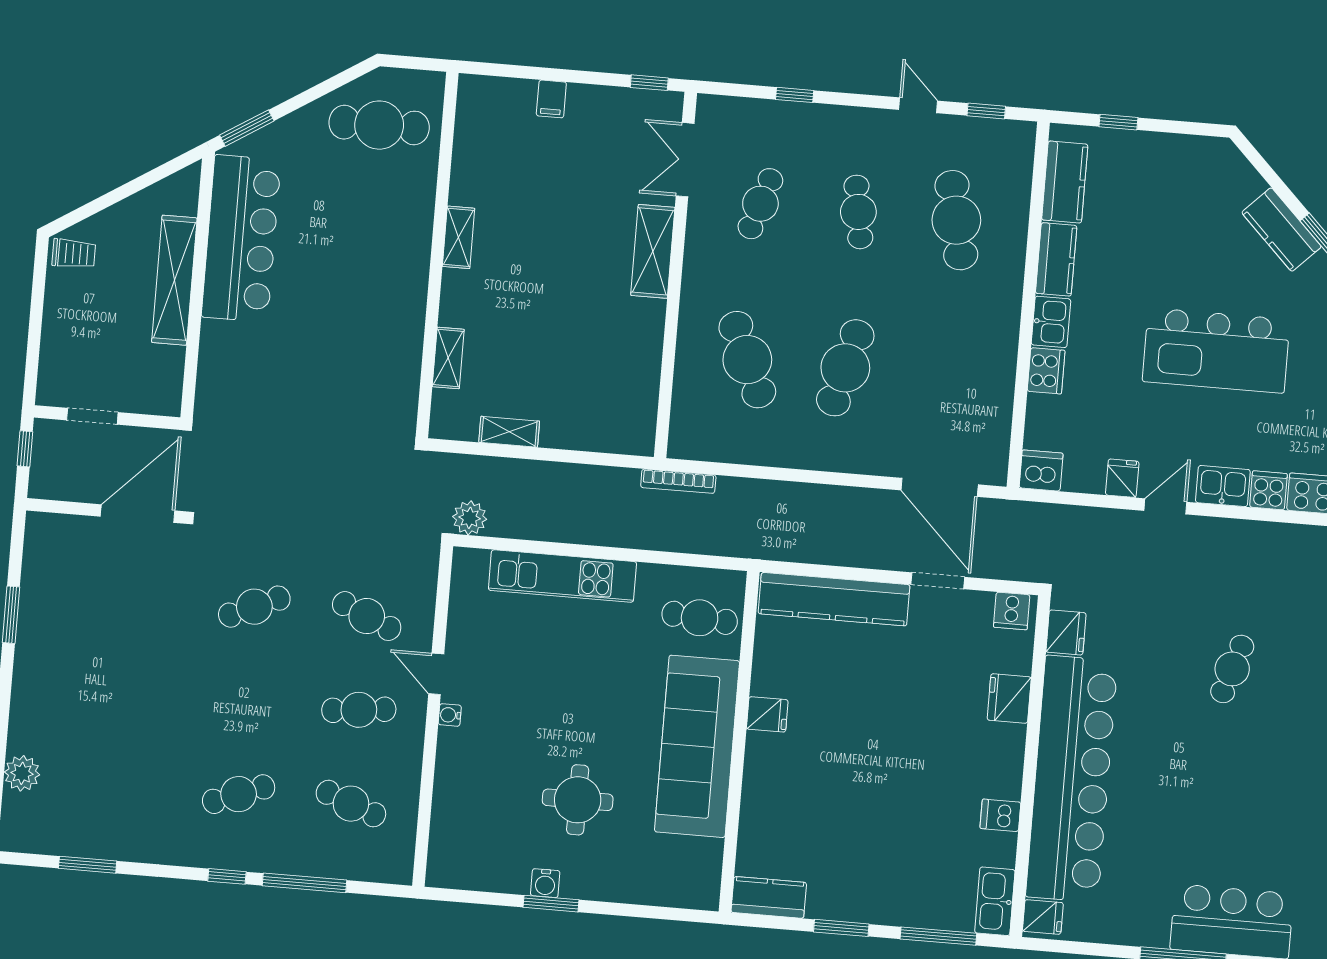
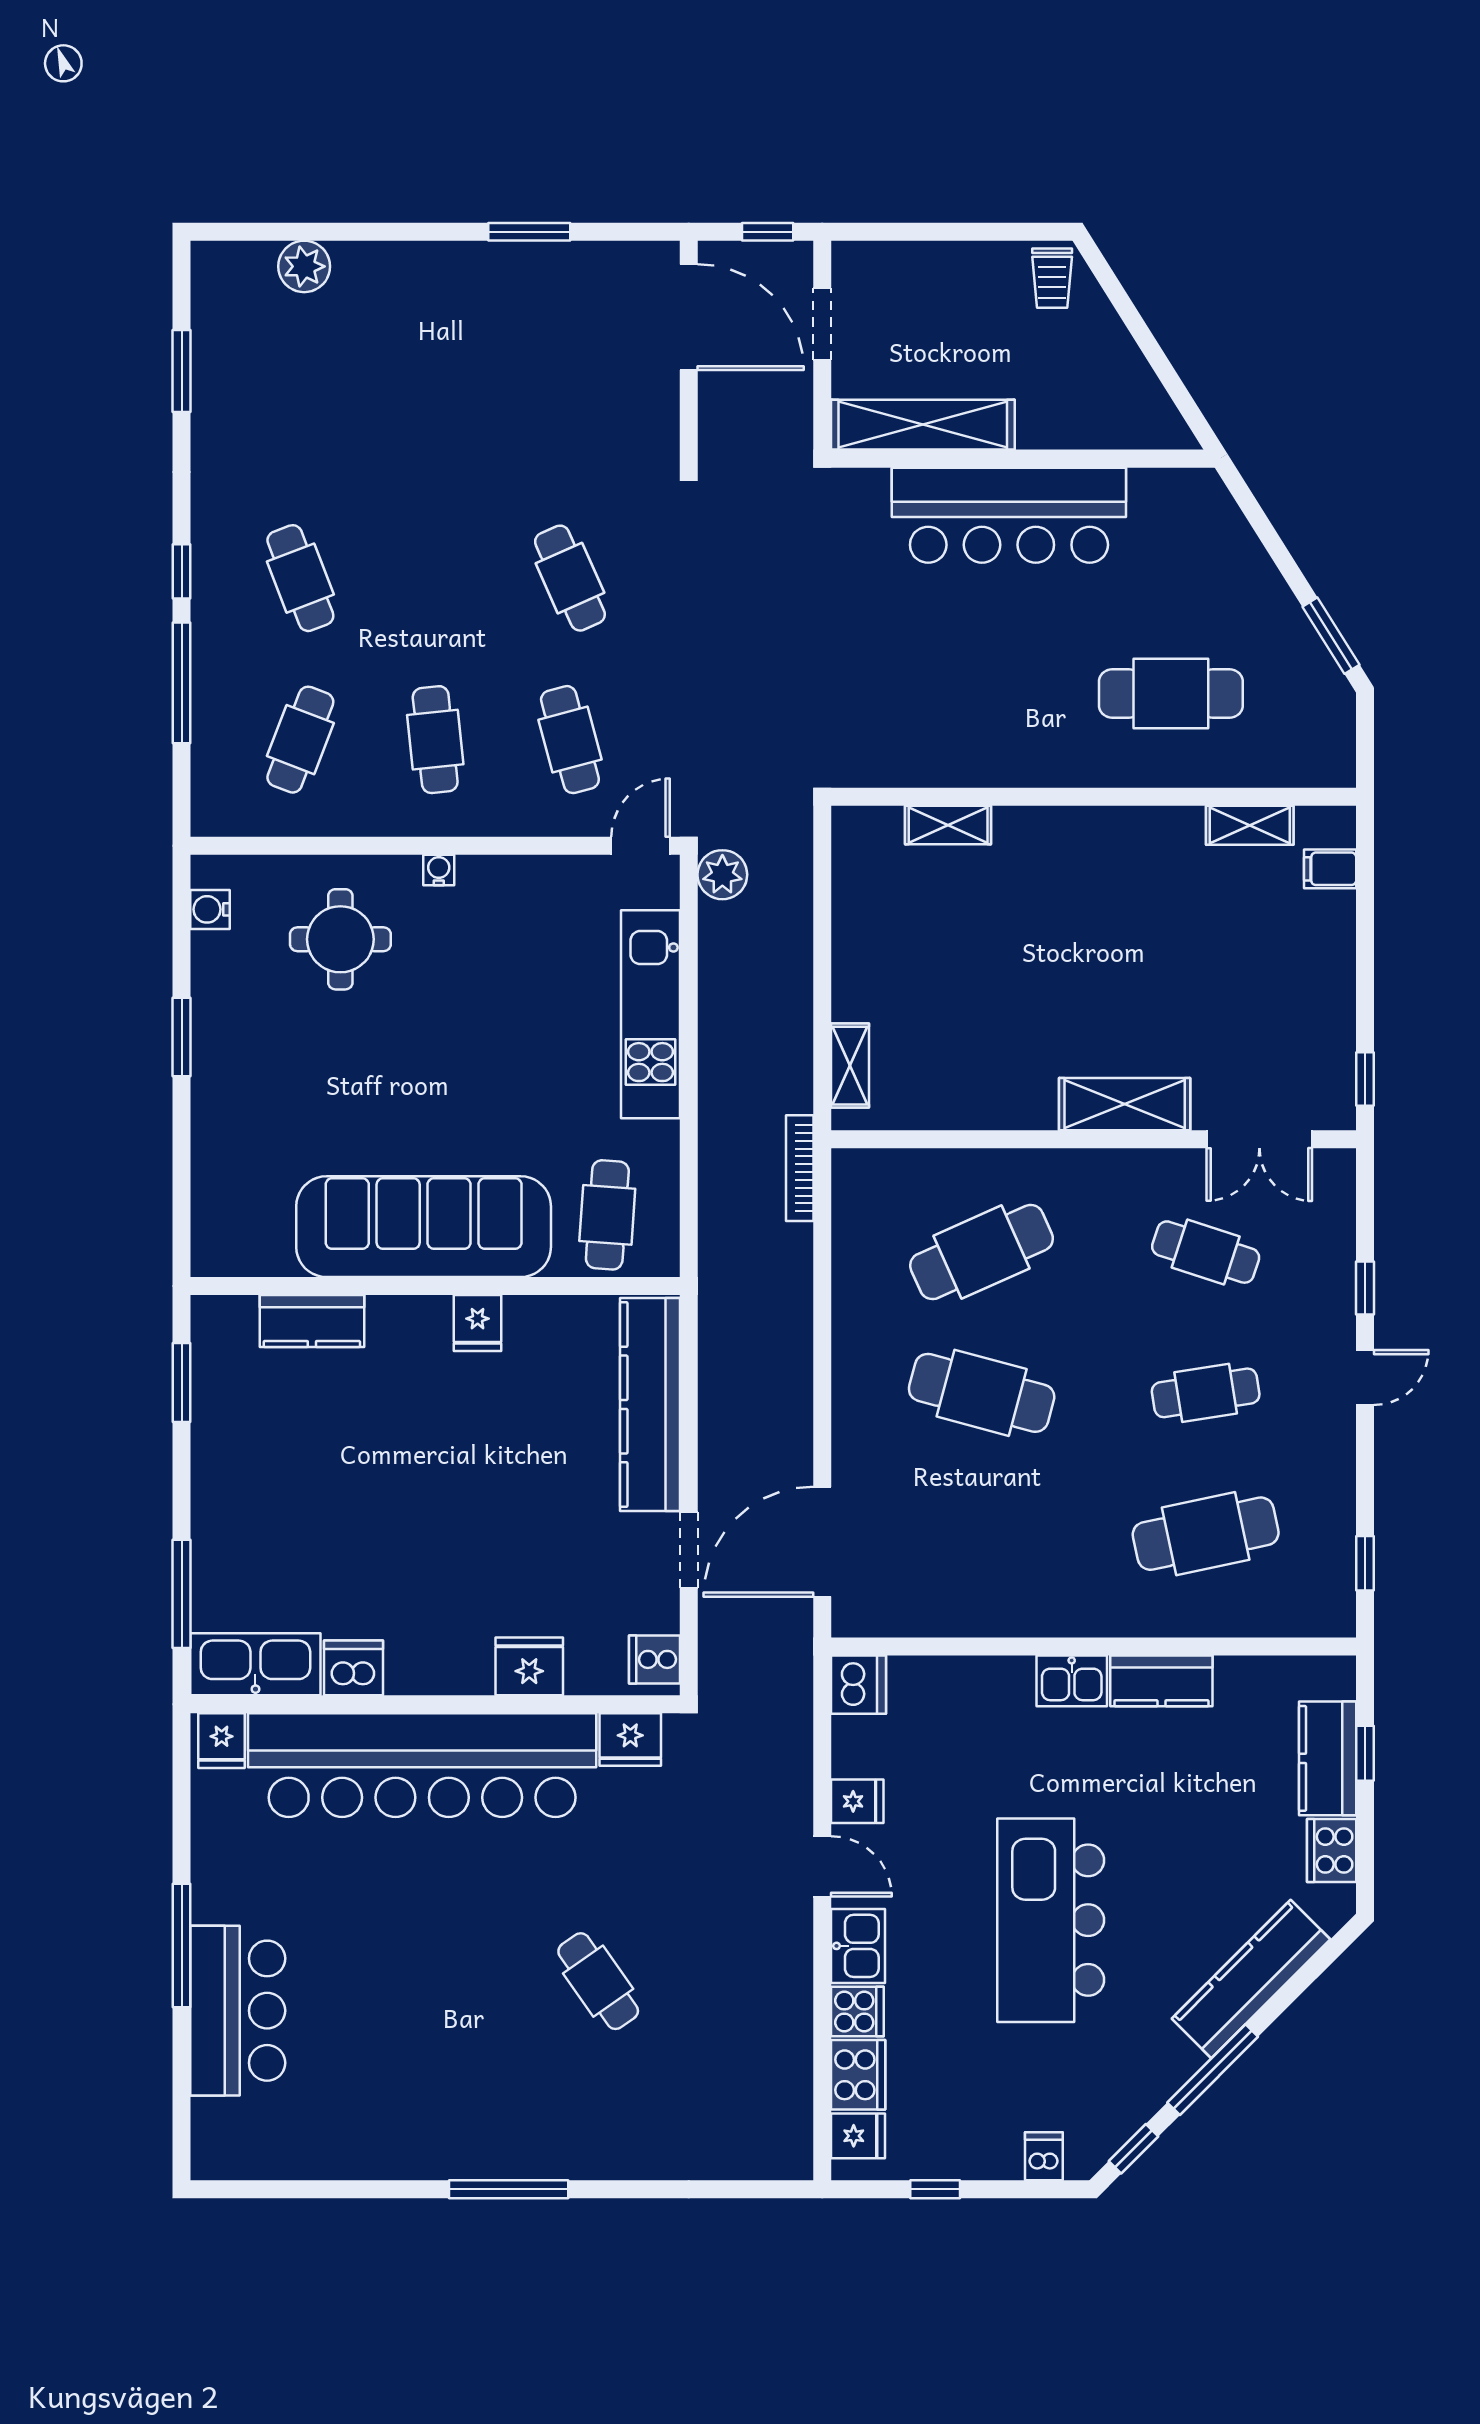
filing cabinet: (551, 99) -> (1330, 869), moved
door: (918, 105) -> (1365, 1377), moved
cafe table: (379, 125) -> (1171, 693), moved, turned 90
window: (247, 128) -> (1331, 636), moved
double door: (685, 160) -> (1259, 1139), swing flipped
kitchen counter: (1065, 182) -> (1328, 1758), moved, turned 90
kitchen counter: (1282, 230) -> (1251, 1979), width x1.50
shelving: (459, 237) -> (1250, 825), moved
bar counter: (241, 238) -> (1009, 515), moved
shelving: (174, 280) -> (923, 425), moved
cooker: (1046, 371) -> (1332, 1850), moved, turned 90
shelving: (509, 432) -> (850, 1066), moved
door: (138, 514) -> (689, 317), moved
cafe table: (367, 616) -> (570, 740), turned -39
cafe table: (1232, 669) -> (598, 1981), turned 37
door: (436, 674) -> (641, 846), moved
round table: (578, 800) -> (340, 939), moved
dishwasher: (1000, 815) -> (353, 1668), width x1.38
water cooler: (545, 883) -> (210, 909), moved
kitchen counter: (769, 897) -> (312, 1321), moved, turned 90
kitchen sink: (995, 901) -> (255, 1664), width x1.36, depth x1.24
window: (841, 928) -> (182, 1382), moved

